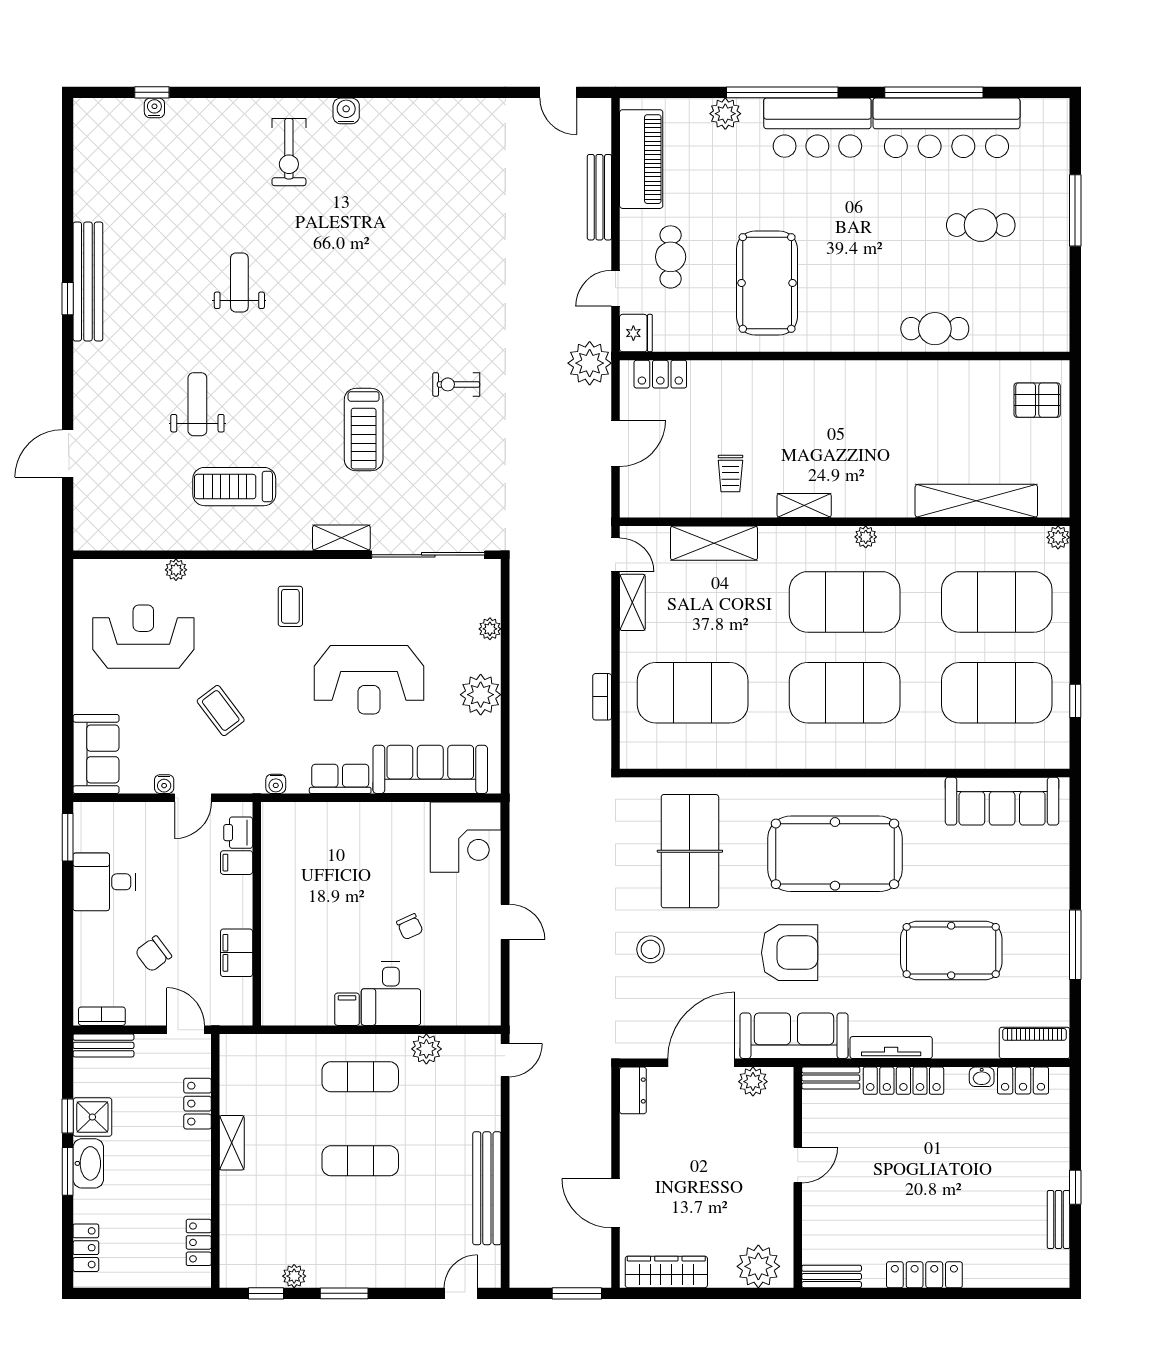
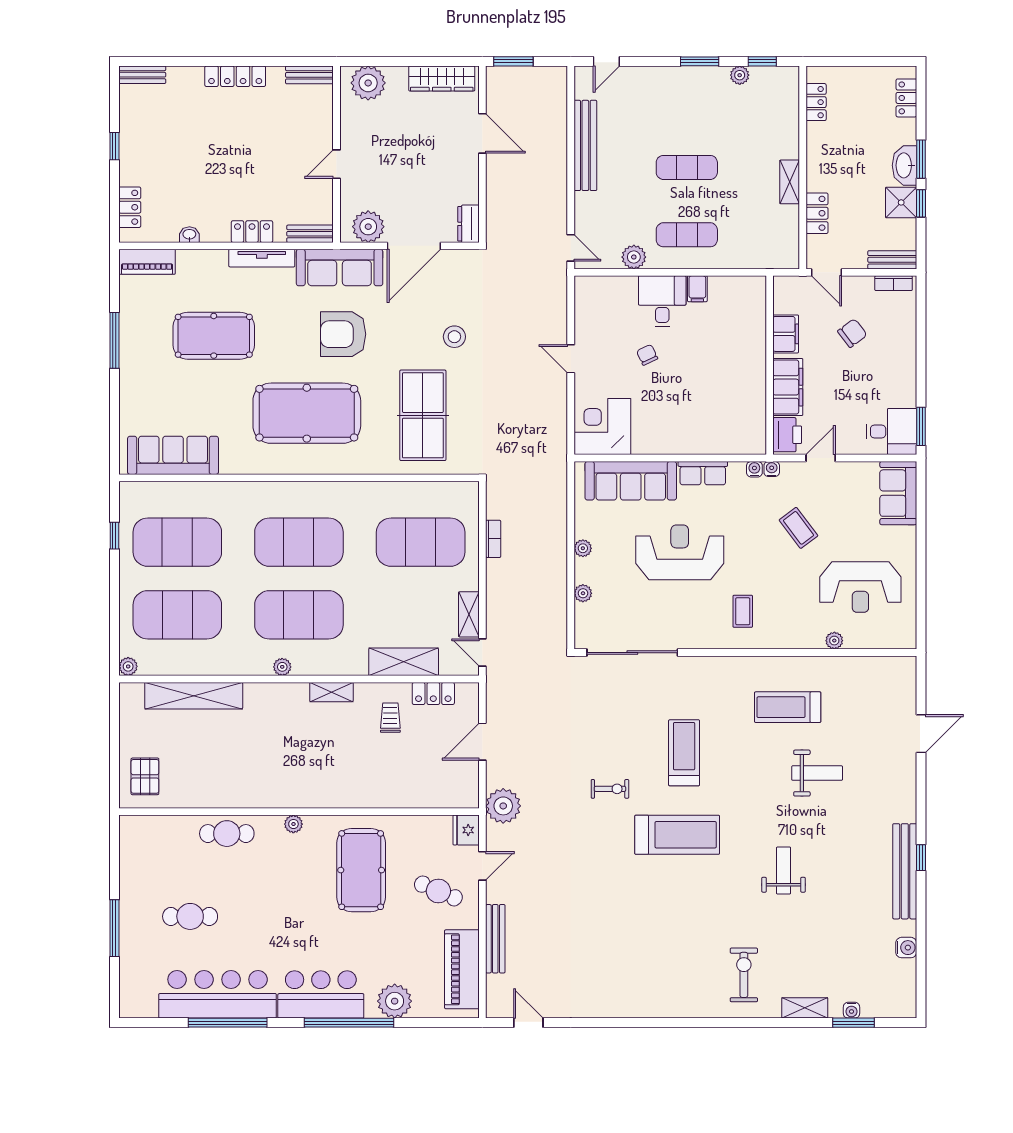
window: (152, 92) -> (854, 1023), width x1.50
water cooler: (346, 111) -> (906, 948), moved, turned -90
plant: (725, 114) -> (395, 1001), width x1.36, depth x1.36
cafe table: (671, 257) -> (438, 891), turned -67
weight bench: (239, 283) -> (784, 870), turned 180
treadmill: (372, 327) -> (677, 835), added
plant: (852, 341) -> (293, 824), added
locker: (660, 374) -> (433, 694), moved, turned 180
pallet: (1037, 400) -> (145, 776), turned 90
weight bench: (197, 404) -> (817, 773), turned -90
treadmill: (234, 487) -> (788, 707), turned 180
shelving: (341, 538) -> (805, 1008), moved
plant: (481, 695) -> (583, 548), width x0.53, depth x0.53
water cooler: (164, 784) -> (772, 469), moved
printer: (238, 833) -> (787, 435), width x1.36, depth x1.24
filing cabinet: (237, 863) -> (788, 387), width x3.00, depth x1.17
desk: (104, 882) -> (892, 431), moved
door: (505, 1060) -> (571, 248), swing flipped
locker: (903, 1081) -> (252, 232), width x0.66
locker: (1023, 1081) -> (130, 207), moved, turned 90
plant: (753, 1082) -> (368, 227), width x1.36, depth x1.36
bench: (1059, 1219) -> (142, 75), moved, turned 90

